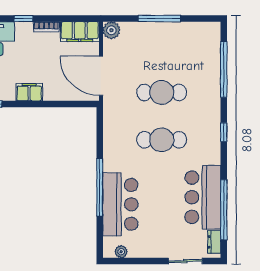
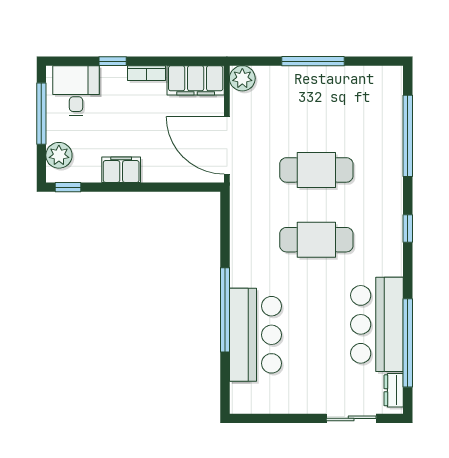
plant: (121, 252) -> (257, 405), removed

